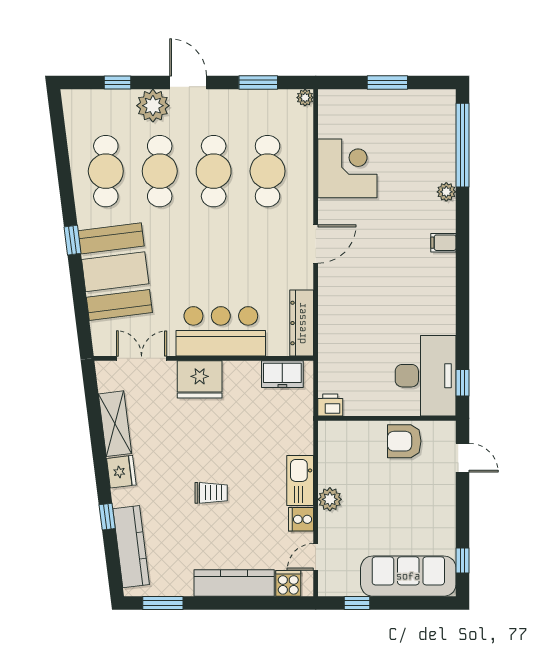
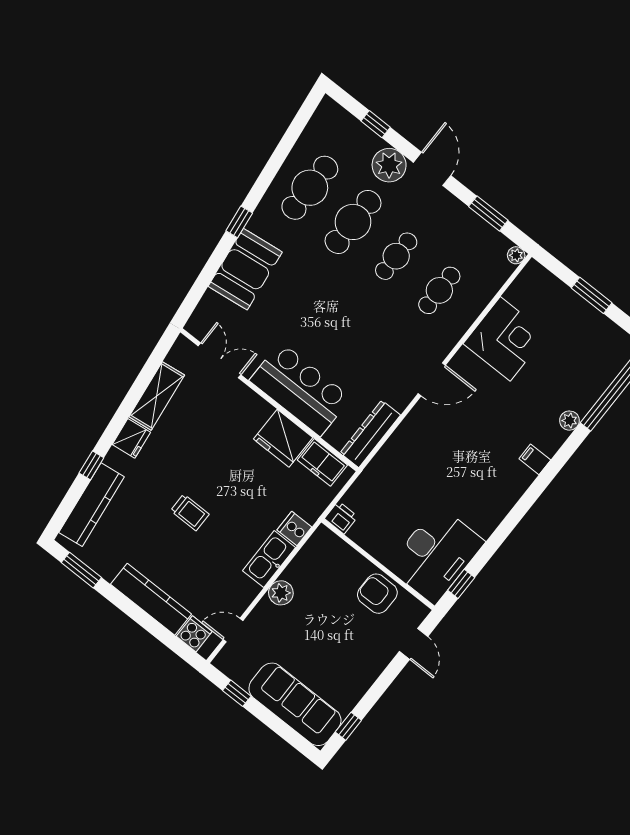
cafe table: (214, 171) -> (396, 256), width x0.73, depth x0.74
cafe table: (268, 171) -> (439, 290), width x0.73, depth x0.74
booth: (115, 272) -> (245, 269), width x0.73, depth x0.70
fridge: (200, 379) -> (283, 438), moved
cooker: (301, 519) -> (294, 529), moved

